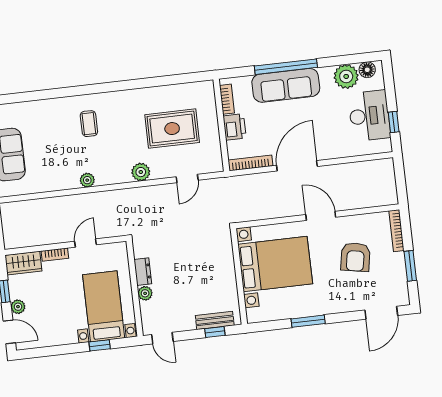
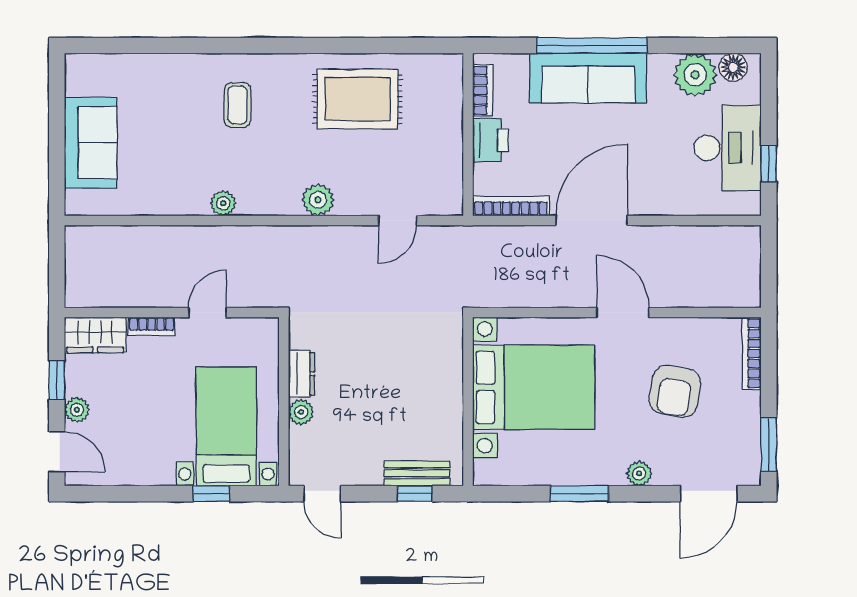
rug: (172, 129) -> (358, 99), moved
window: (410, 266) -> (769, 444), moved
plant: (341, 306) -> (639, 473), added

